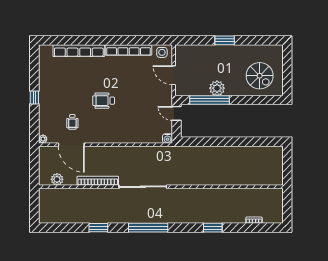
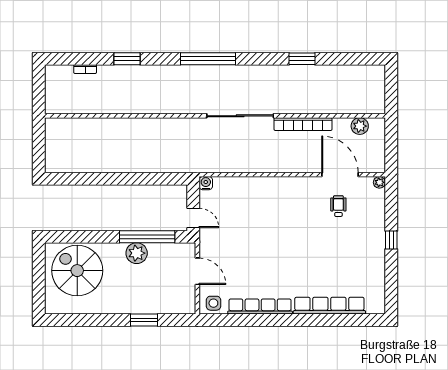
window: (225, 40) -> (144, 320), moved
spiral stairs: (260, 76) -> (77, 271), width x1.37, depth x1.37
wheelchair: (104, 101) -> (295, 236), removed
window: (148, 228) -> (208, 59), moved
window: (213, 228) -> (127, 59), moved

